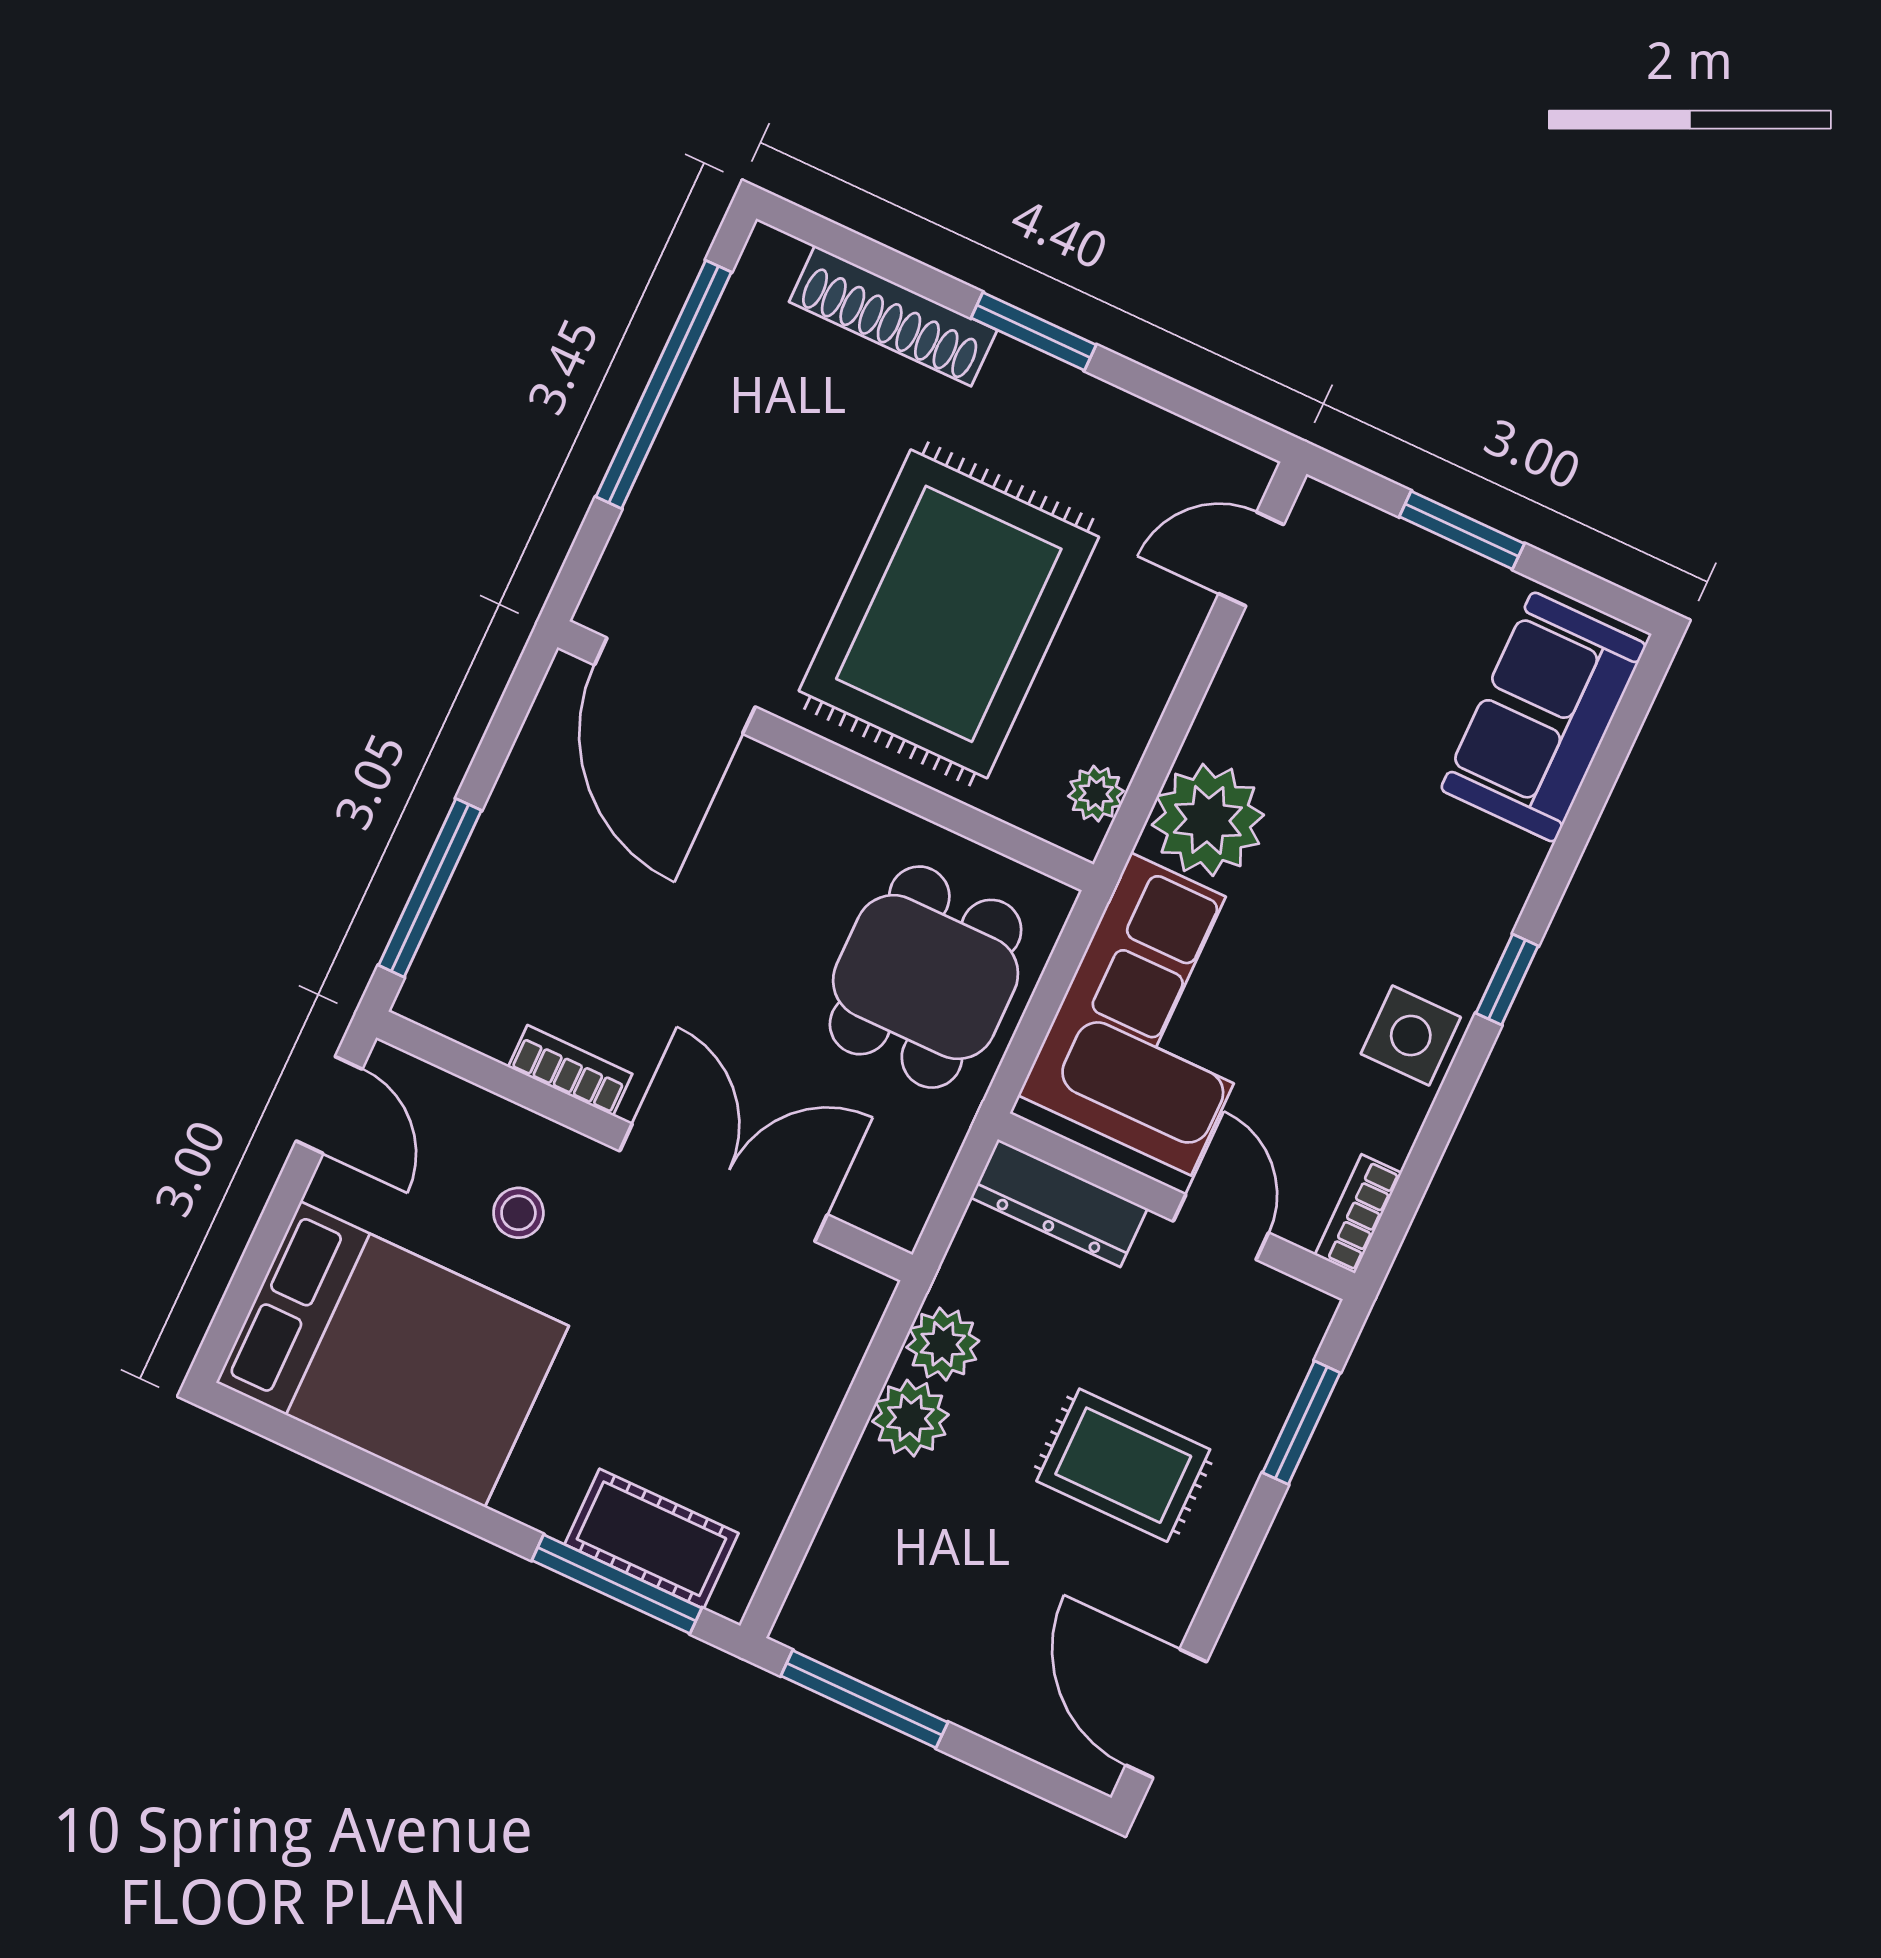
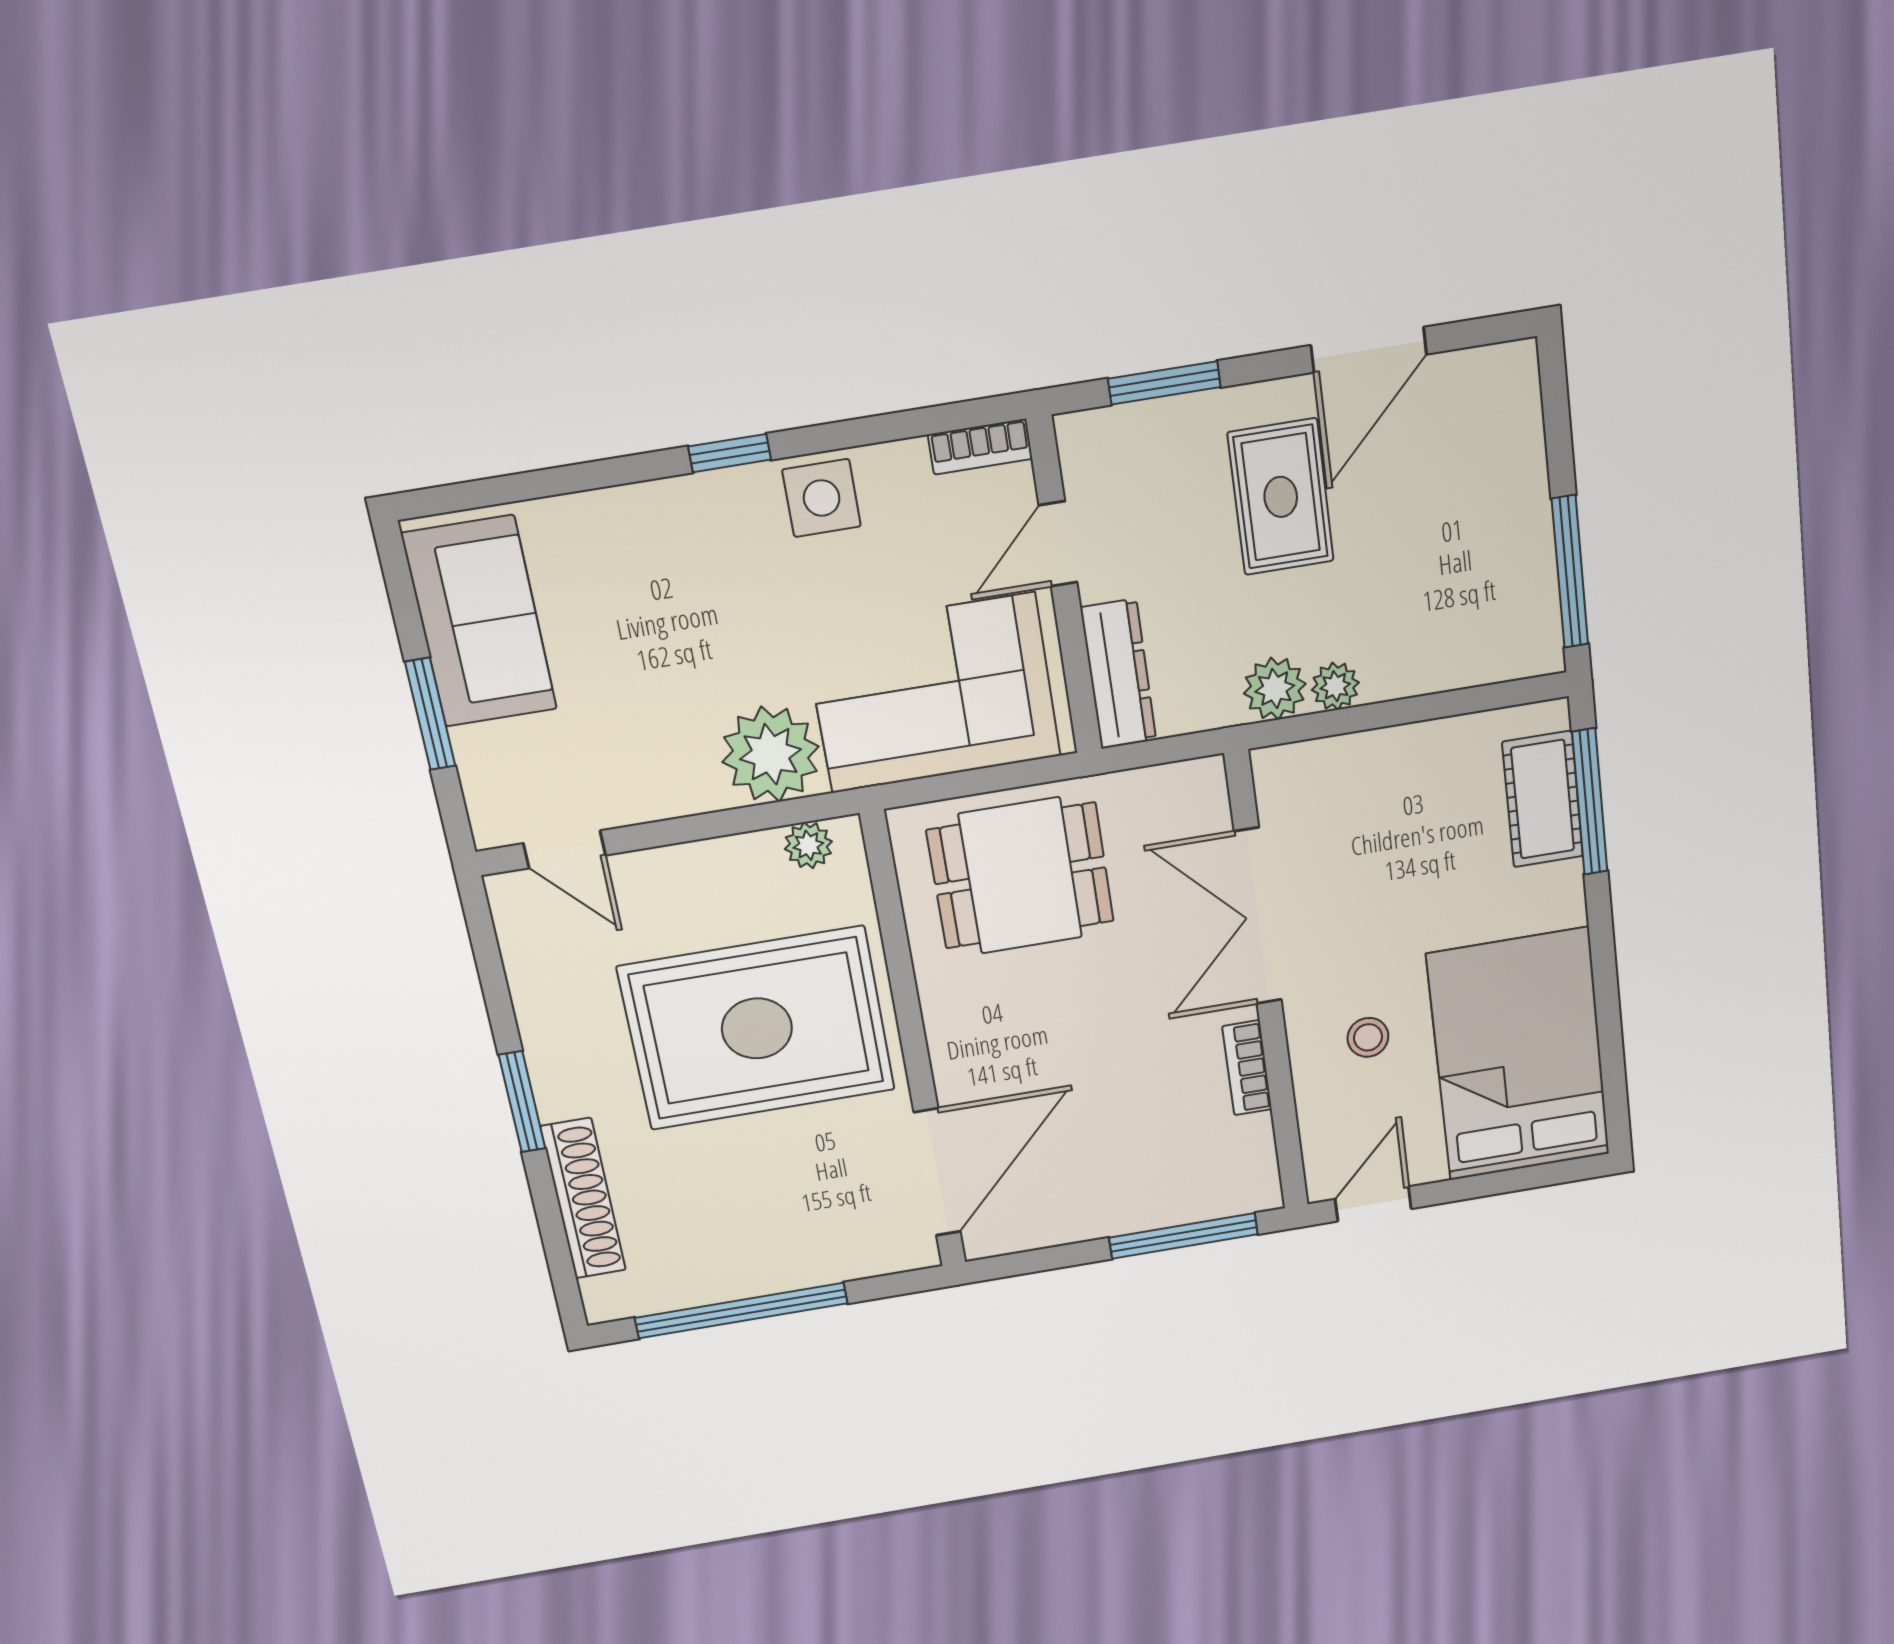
sofa: (1543, 717) -> (480, 622), moved, turned -90
plant: (910, 1418) -> (1335, 686), width x0.73, depth x0.73
door: (1166, 1713) -> (1369, 350), moved

